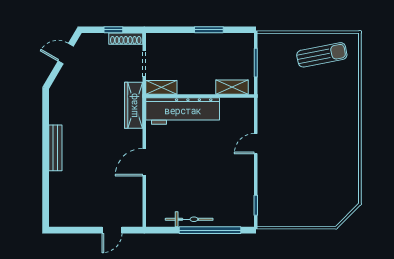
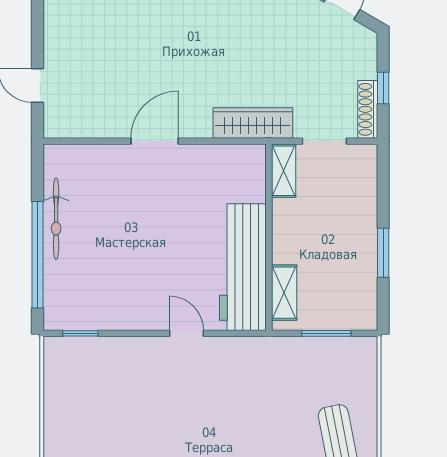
workbench: (183, 111) -> (243, 267), moved
door: (144, 162) -> (155, 141), hinge flipped

